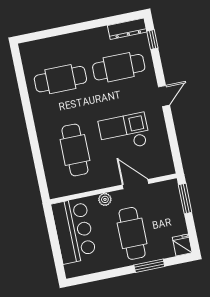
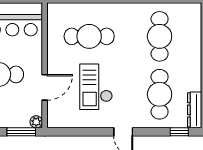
checkout: (124, 133) -> (96, 87), turned 180
plant: (105, 199) -> (36, 122), moved

